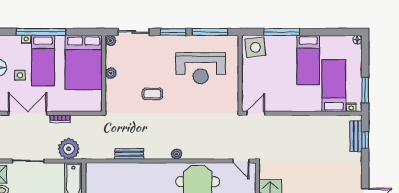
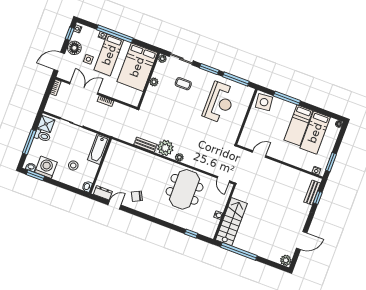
reception desk: (201, 68) -> (219, 102), turned -90
bed: (334, 86) -> (315, 133), moved, turned 180
coffee table: (152, 94) -> (183, 84), moved
door: (256, 113) -> (259, 154), moved
plant: (69, 149) -> (165, 148), moved

